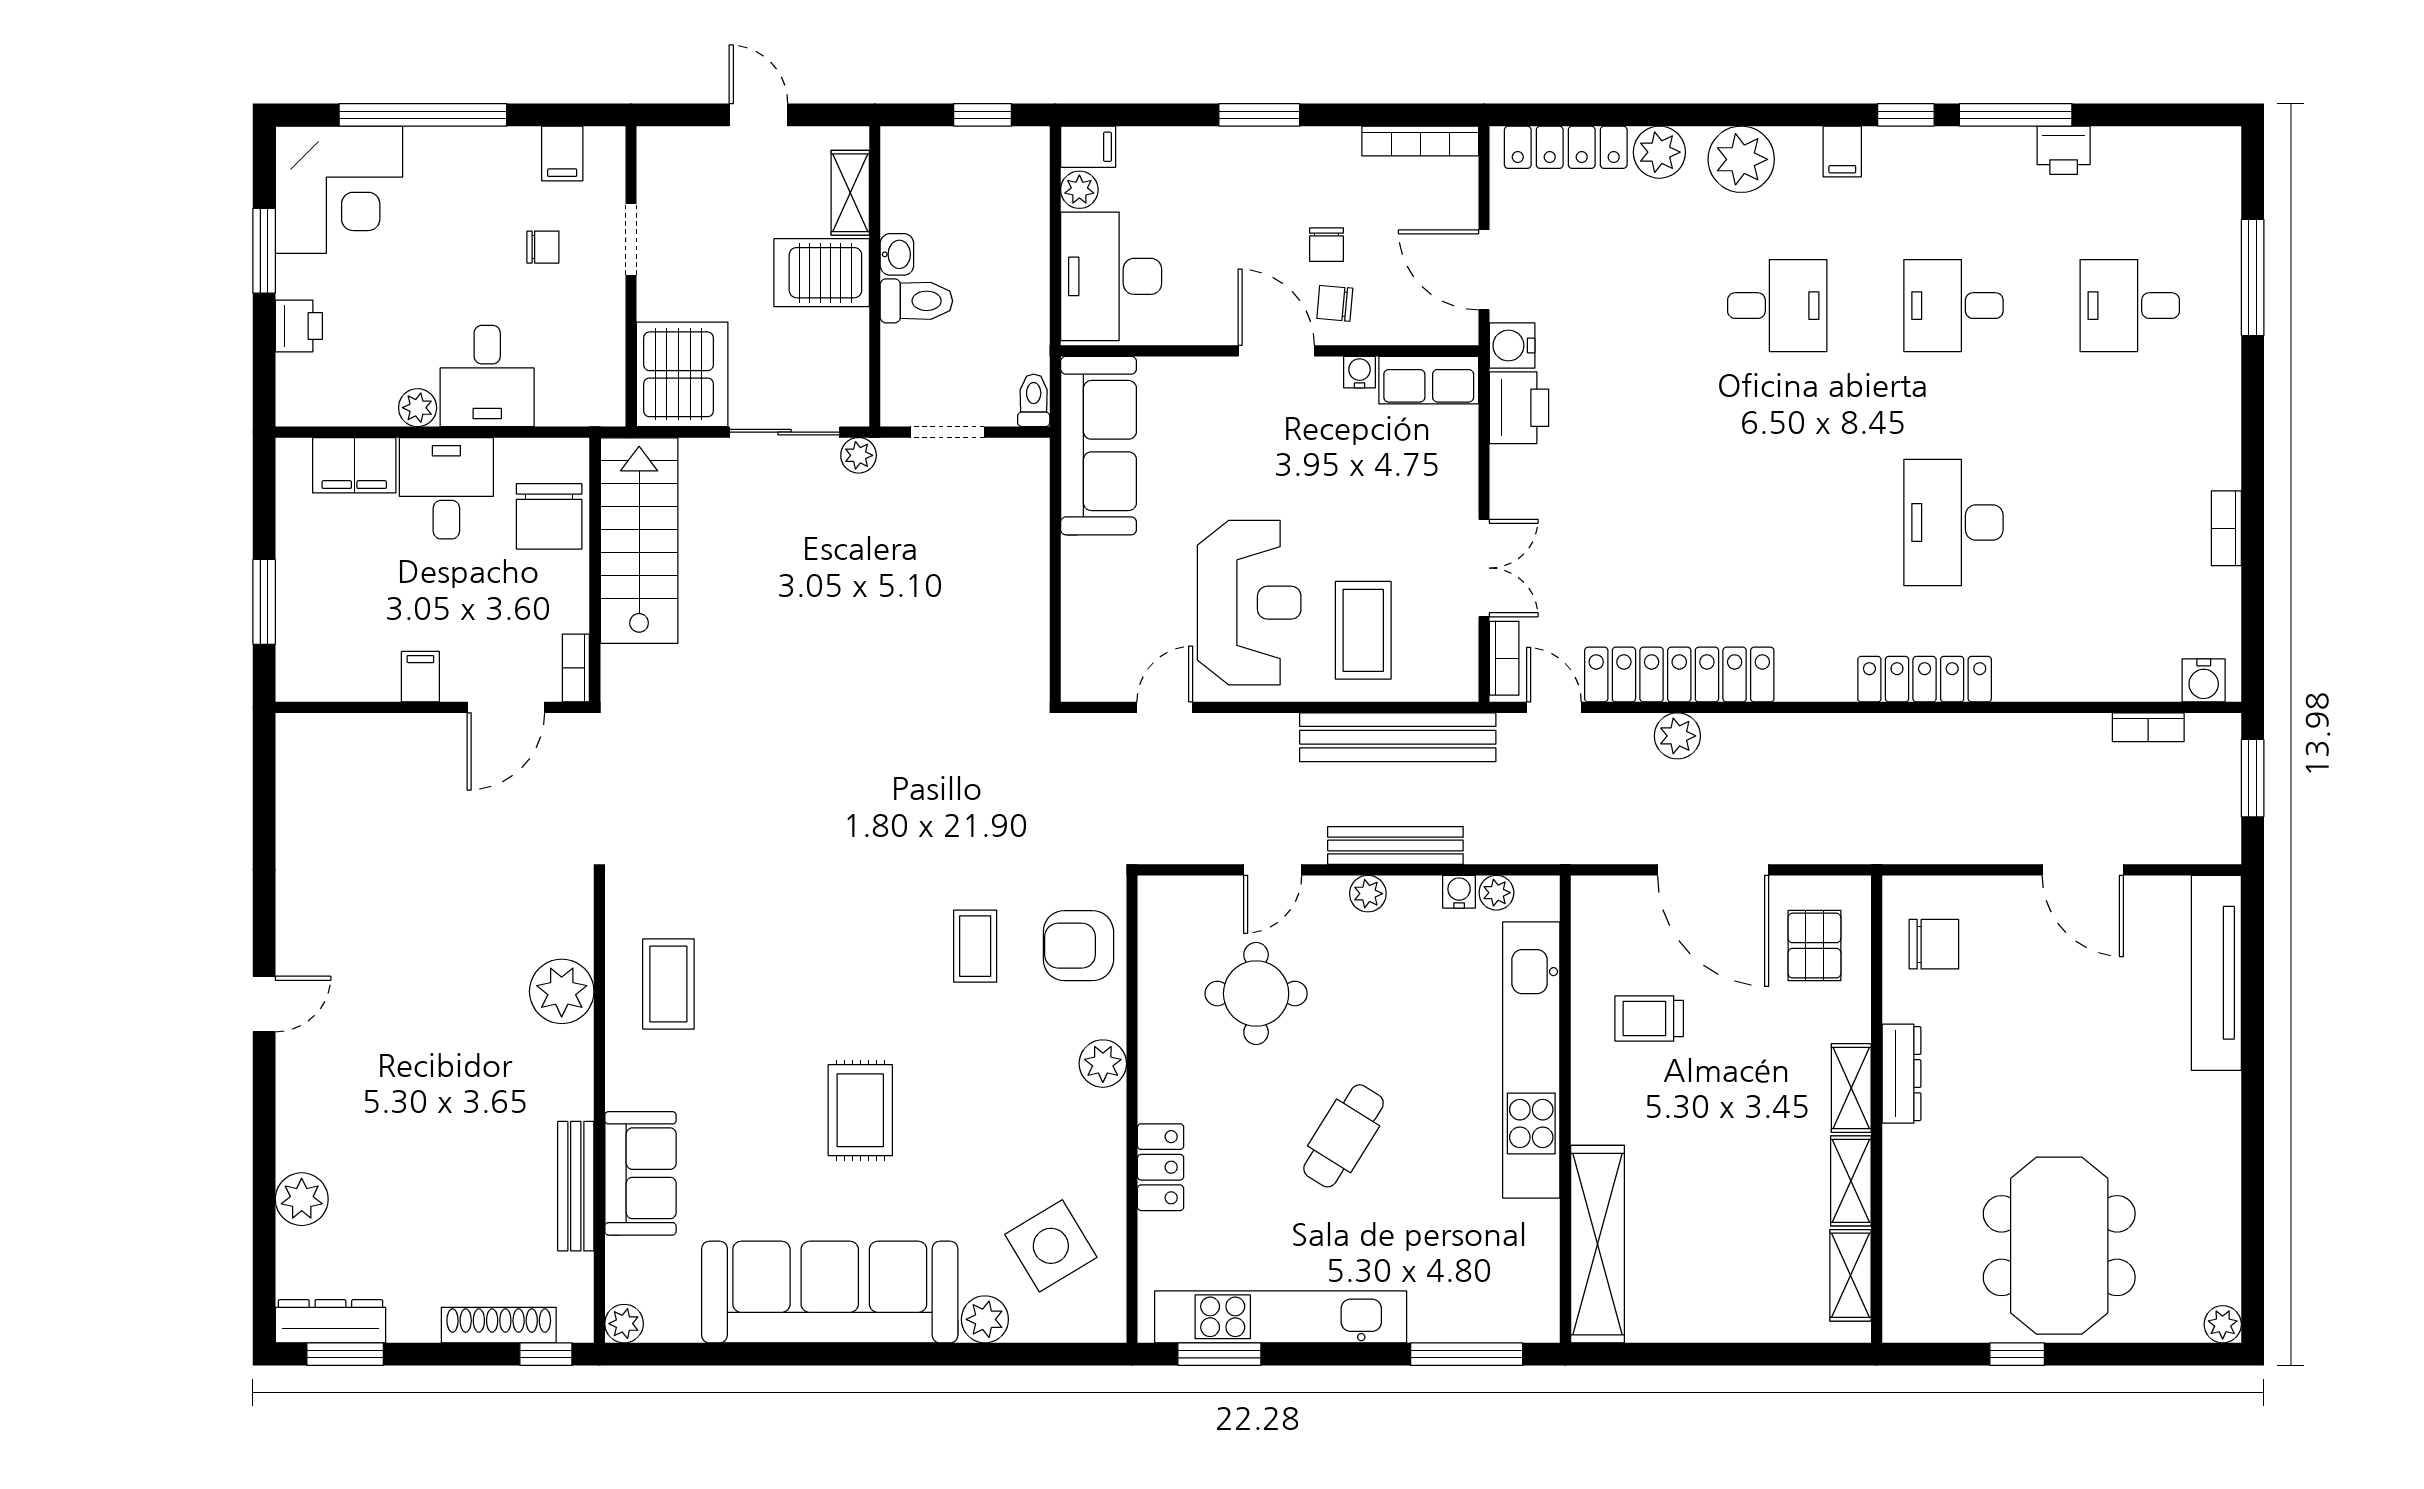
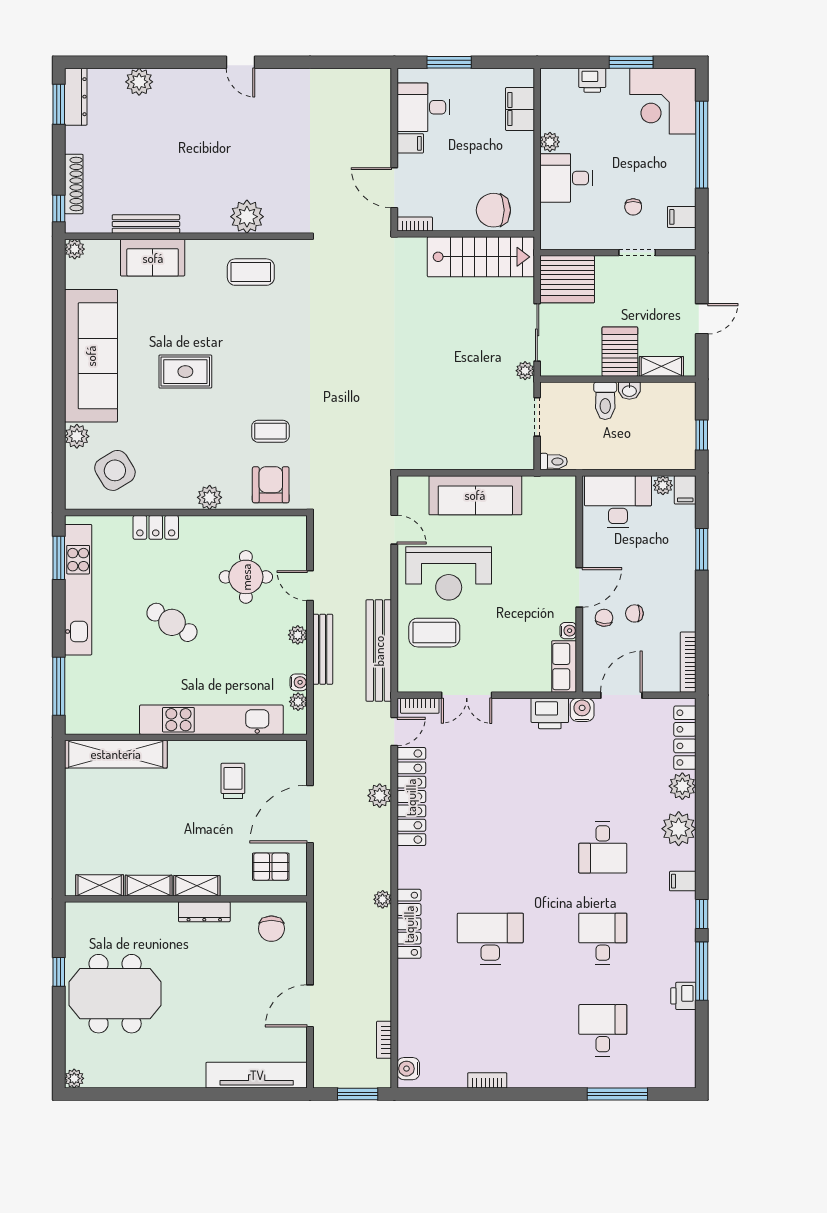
window: (1259, 115) -> (702, 549), moved
sofa: (1099, 446) -> (475, 495), moved
desk: (446, 488) -> (423, 107), moved, turned 180
plant: (1877, 730) -> (383, 899), added

